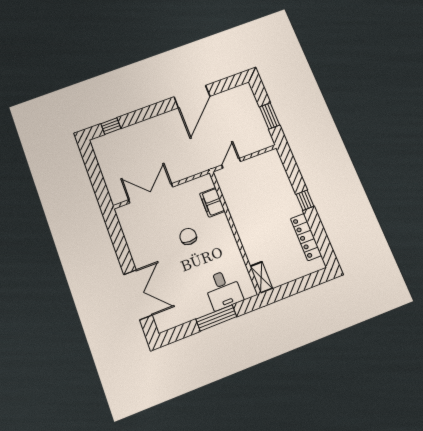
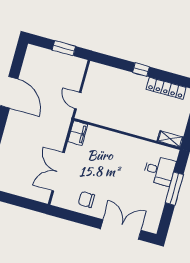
filing cabinet: (212, 202) -> (78, 133), moved, turned -90
chair: (188, 236) -> (86, 200), moved

